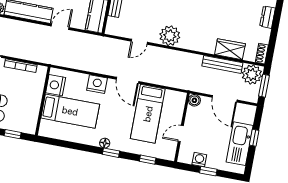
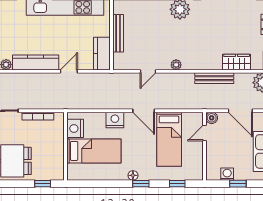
plant: (170, 36) -> (176, 65), width x0.53, depth x0.53
bench: (222, 64) -> (214, 78), moved
door: (181, 134) -> (205, 133), moved

